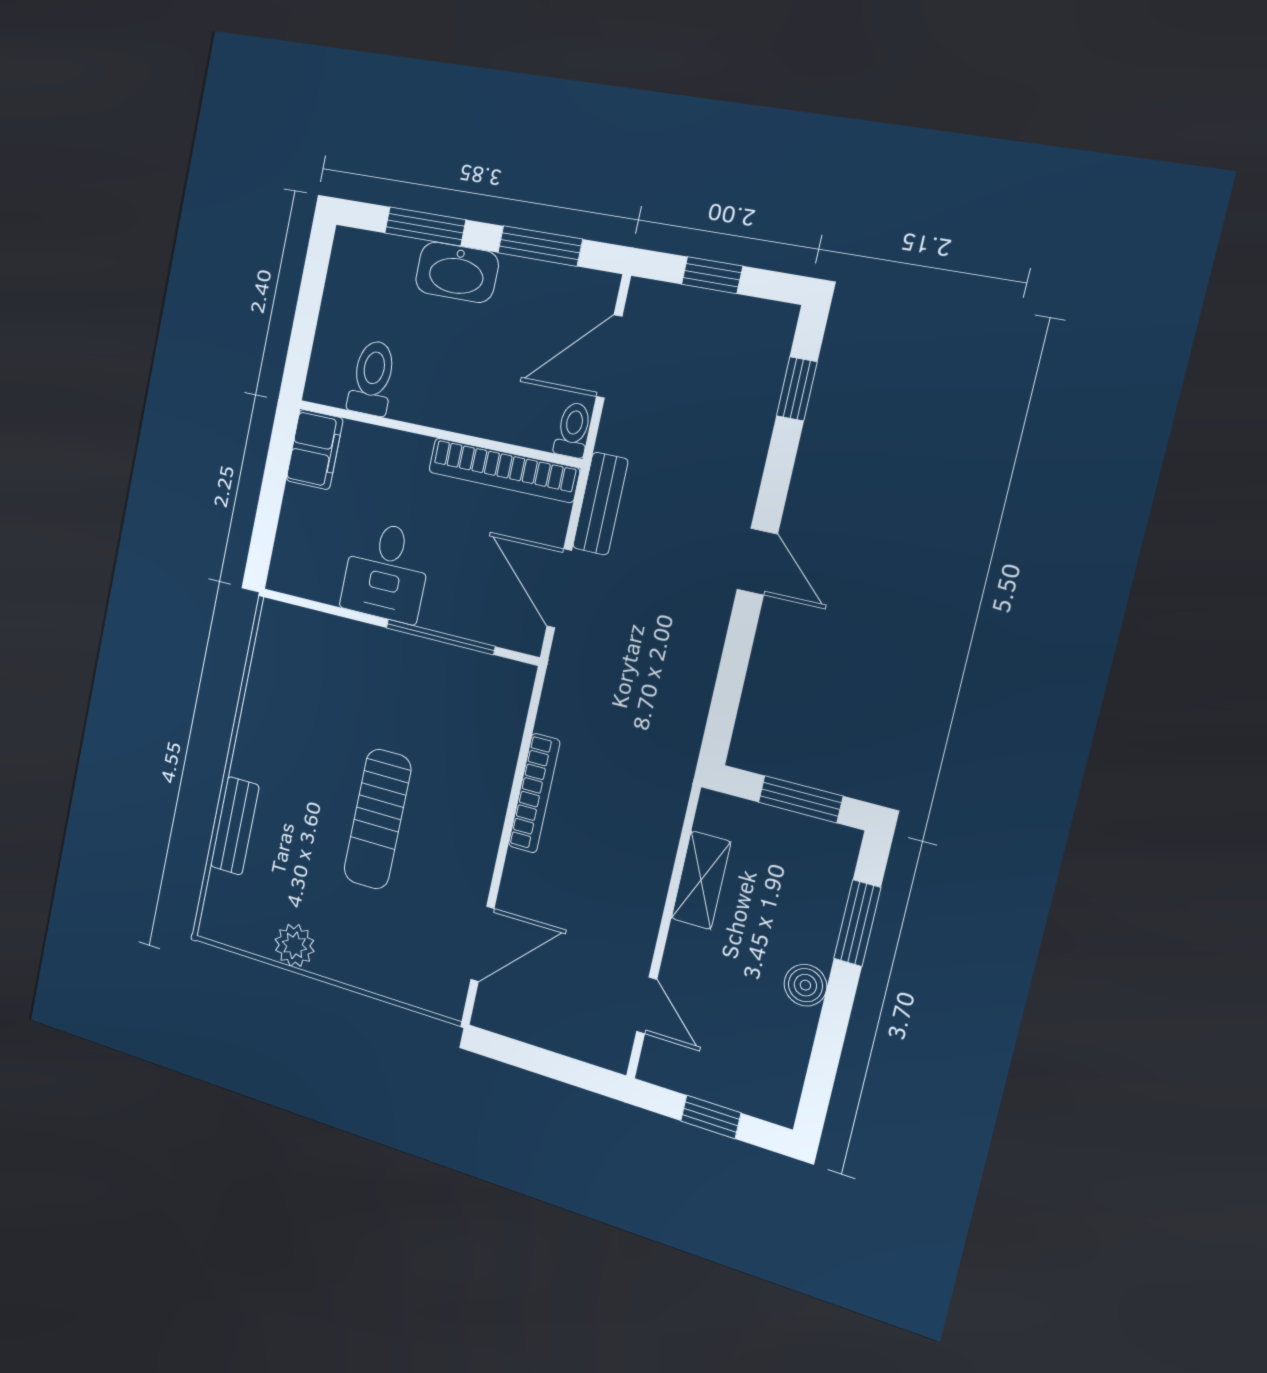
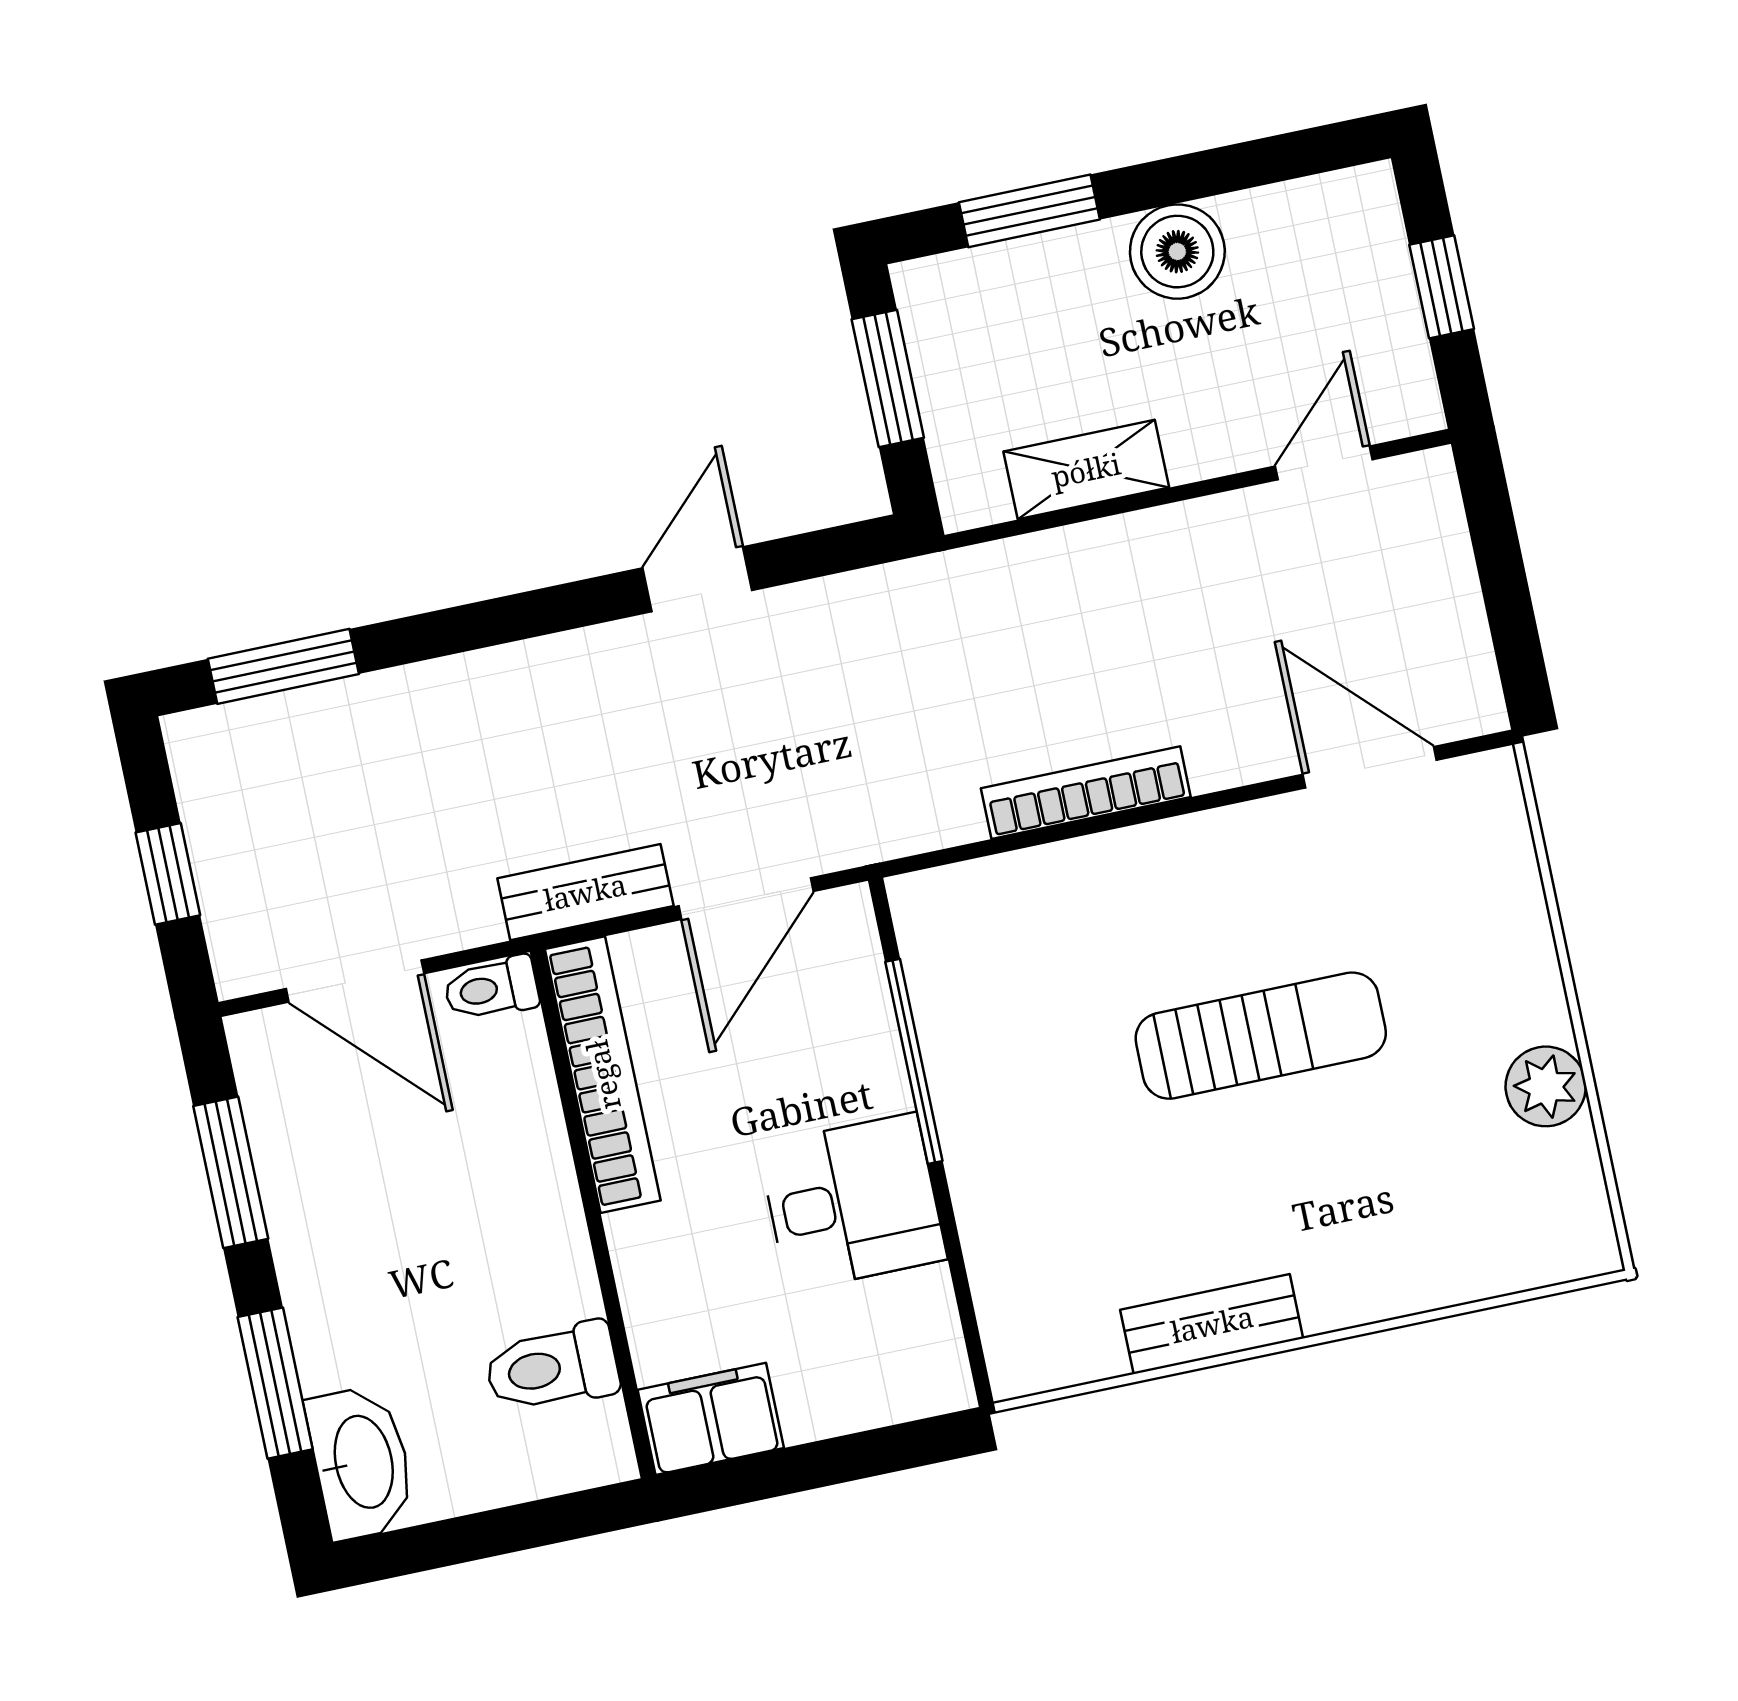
washbasin: (457, 272) -> (361, 1462), moved
window: (797, 389) -> (283, 666), width x1.50
door: (757, 562) -> (697, 579), moved
bench: (235, 826) -> (1212, 1324), moved
boiler: (805, 985) -> (1177, 252), width x1.36, depth x1.36

